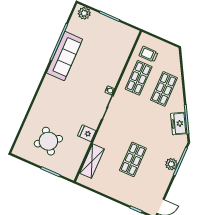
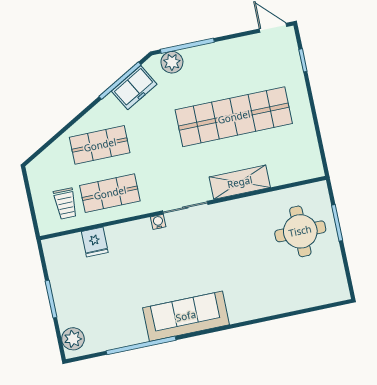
sofa: (65, 56) -> (186, 316), moved
fridge: (87, 133) -> (95, 242), moved
round table: (48, 141) -> (300, 231), moved, turned 37
shop shelf: (133, 159) -> (234, 117), width x2.00, depth x1.36
shelving: (92, 161) -> (240, 182), moved
plant: (171, 164) -> (172, 62), moved

